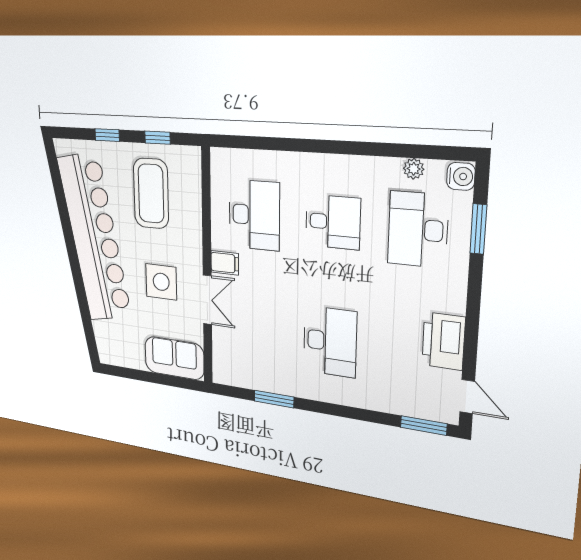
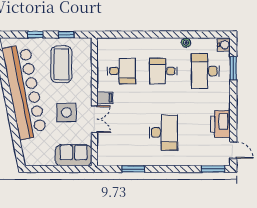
plant: (414, 169) -> (186, 43), moved
desk: (254, 215) -> (121, 71), width x0.73
desk: (333, 222) -> (163, 71), turned 180

